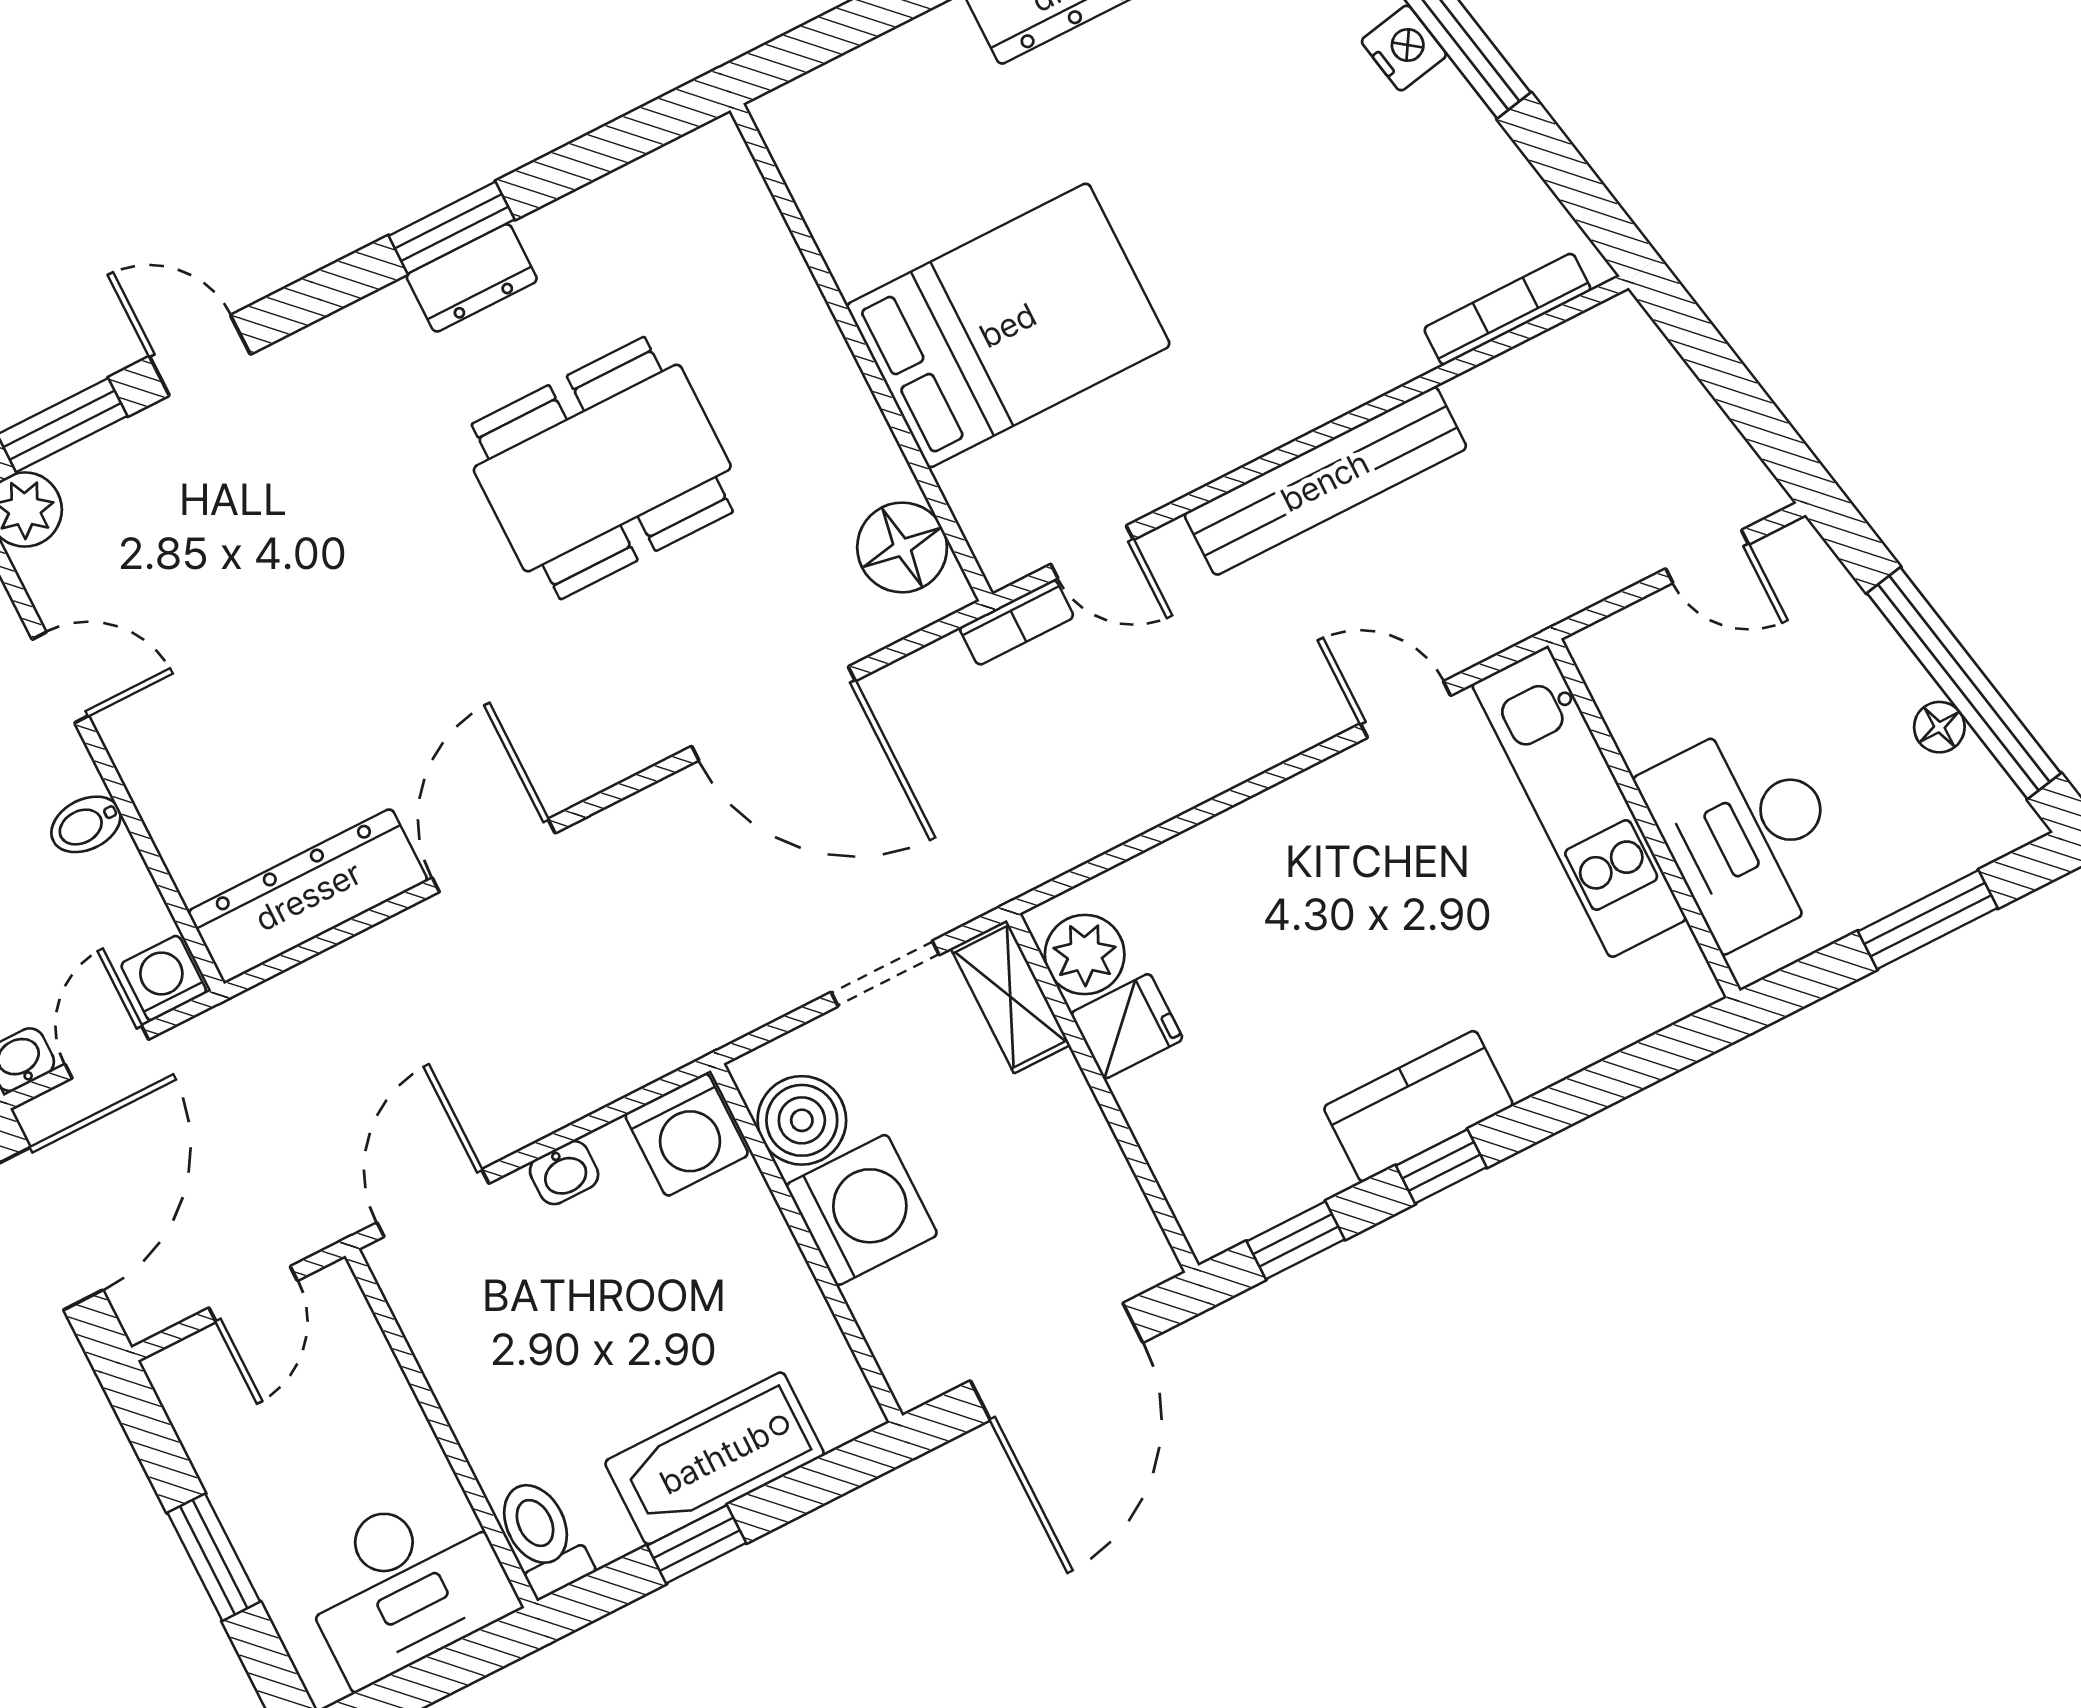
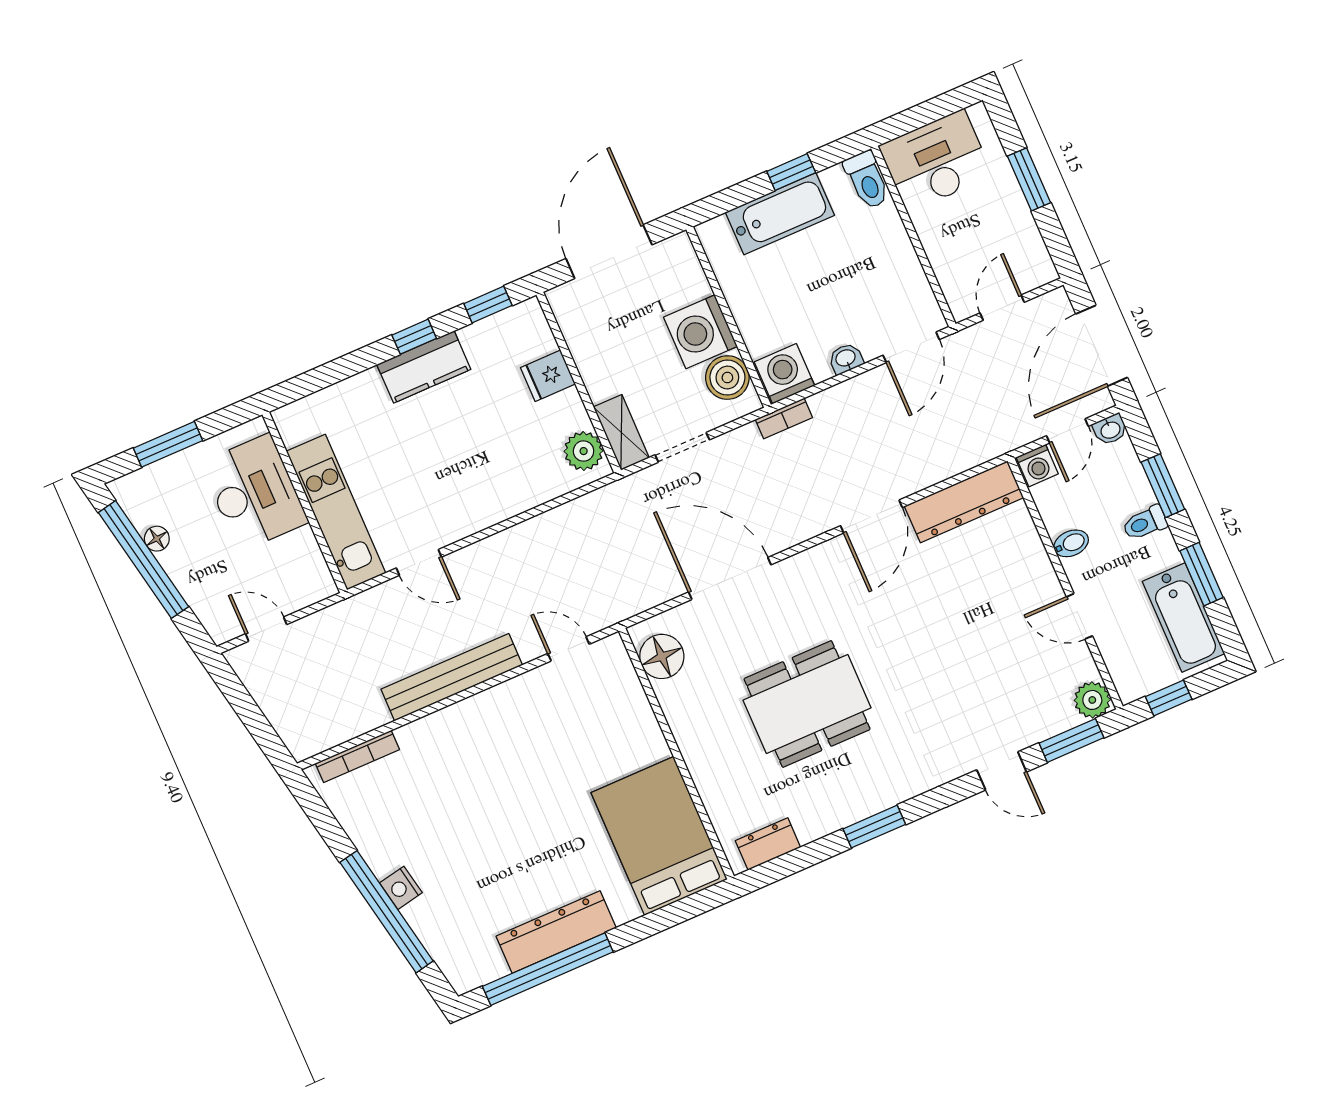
dresser: (472, 278) -> (768, 844), moved
bed: (1008, 325) -> (659, 836), moved, turned 90
bookcase: (1017, 622) -> (784, 418), moved, turned 180
fridge: (1127, 1026) -> (548, 376), moved

